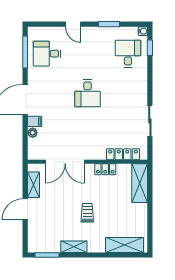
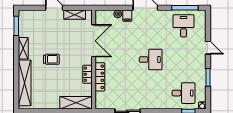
door: (73, 24) -> (208, 48), swing flipped
desk: (88, 93) -> (151, 59), turned 180
locker: (123, 154) -> (100, 77), moved
double door: (65, 162) -> (94, 41), swing flipped
shelving: (125, 245) -> (25, 83), width x1.47

